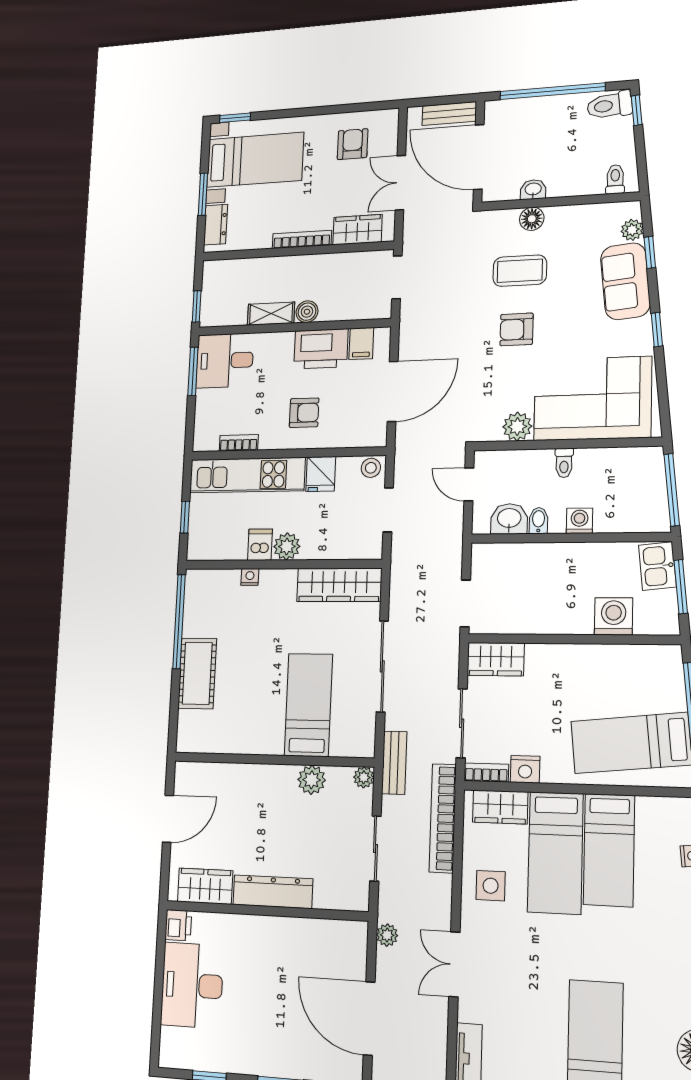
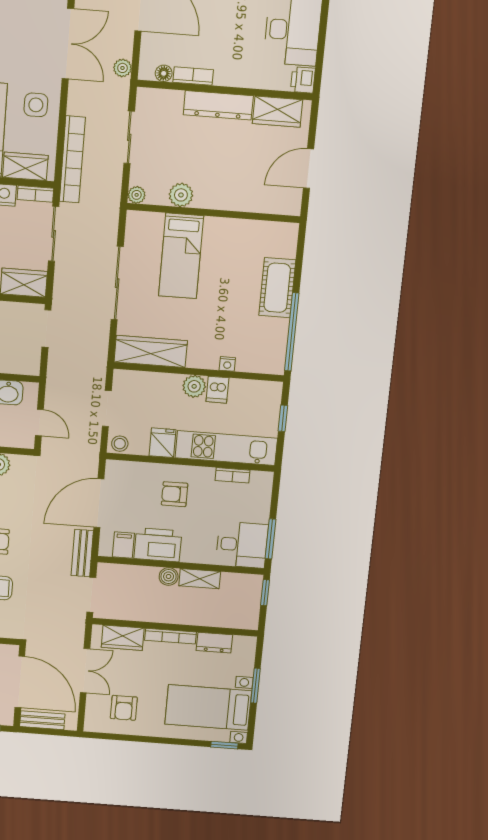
dresser: (216, 225) -> (214, 643), moved, turned -90
bench: (394, 763) -> (82, 553), moved
bookcase: (303, 927) -> (193, 76), added
floor lamp: (338, 929) -> (164, 73), added
double door: (454, 964) -> (68, 44), width x1.37

